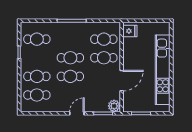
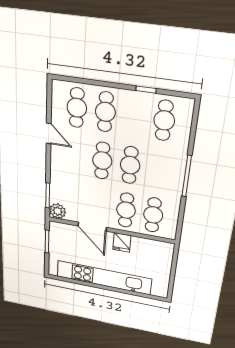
fridge: (130, 31) -> (122, 242), moved
door: (77, 113) -> (49, 133), moved

